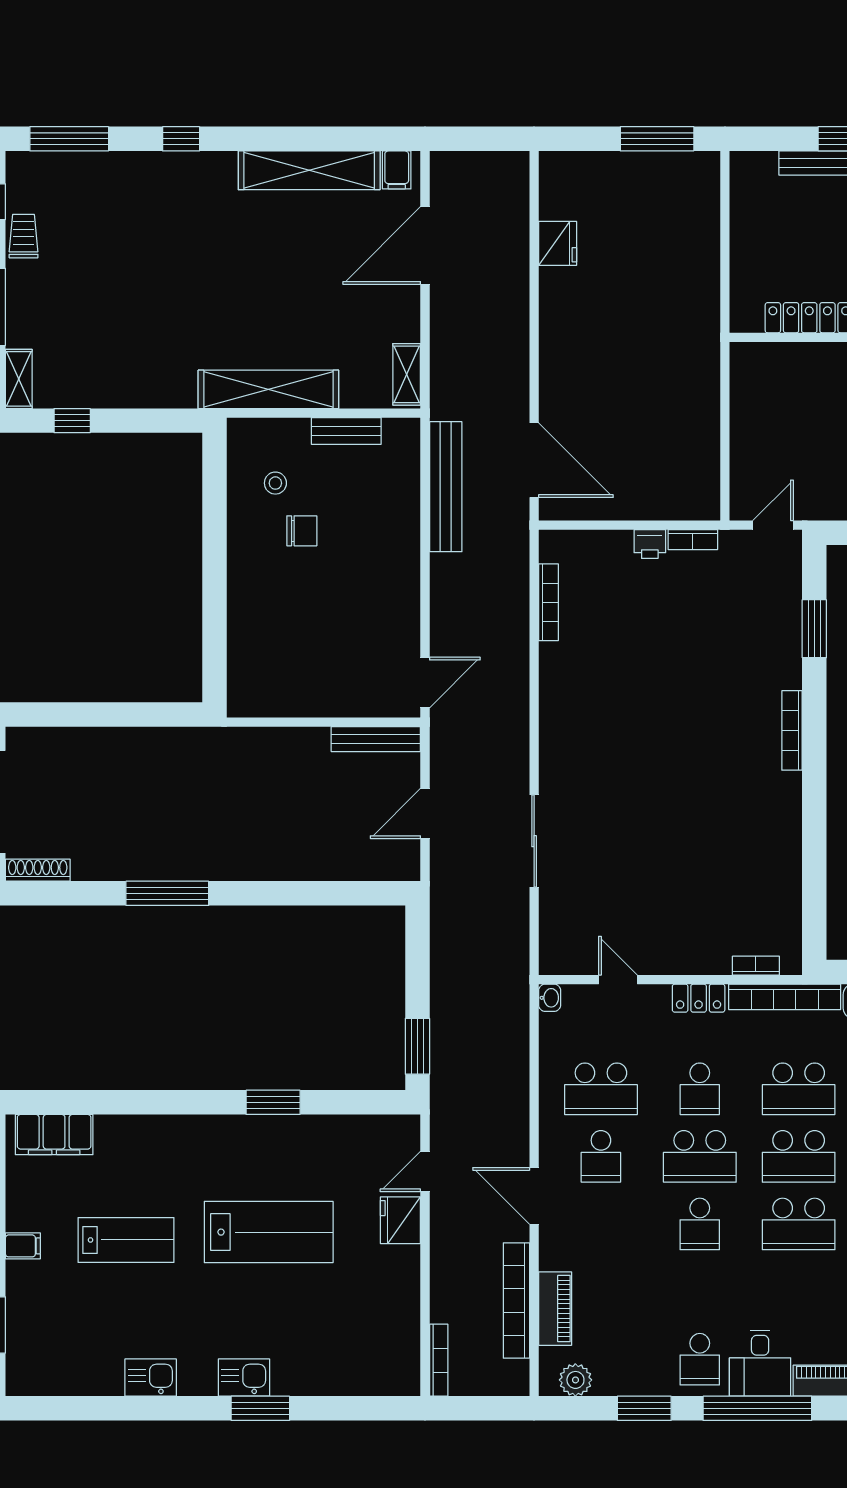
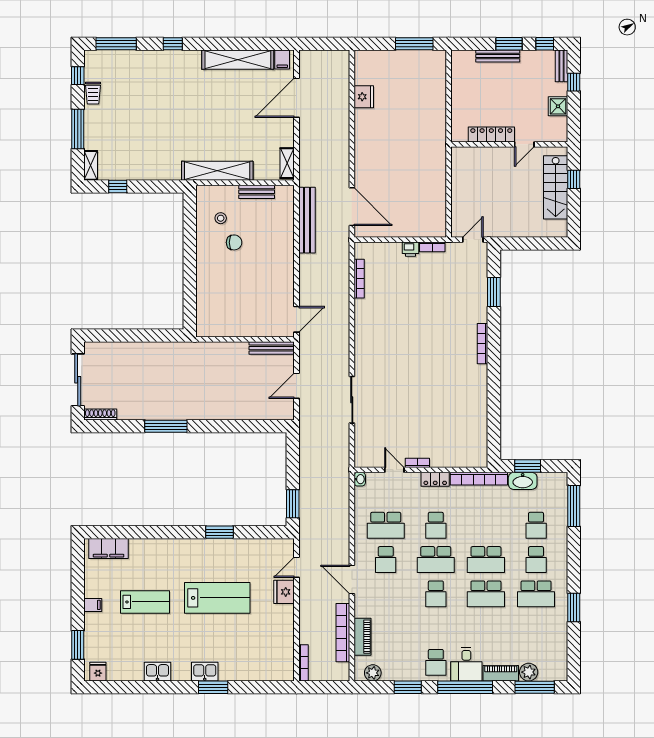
trolley: (24, 236) -> (93, 93), turned 180
bookcase: (756, 966) -> (417, 463), moved
school desk: (799, 1089) -> (486, 525), removed
fridge: (33, 1377) -> (98, 672), added

